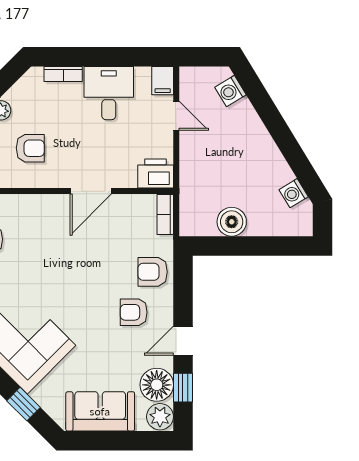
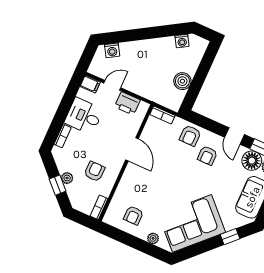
printer: (156, 174) -> (127, 103), moved, turned -90

